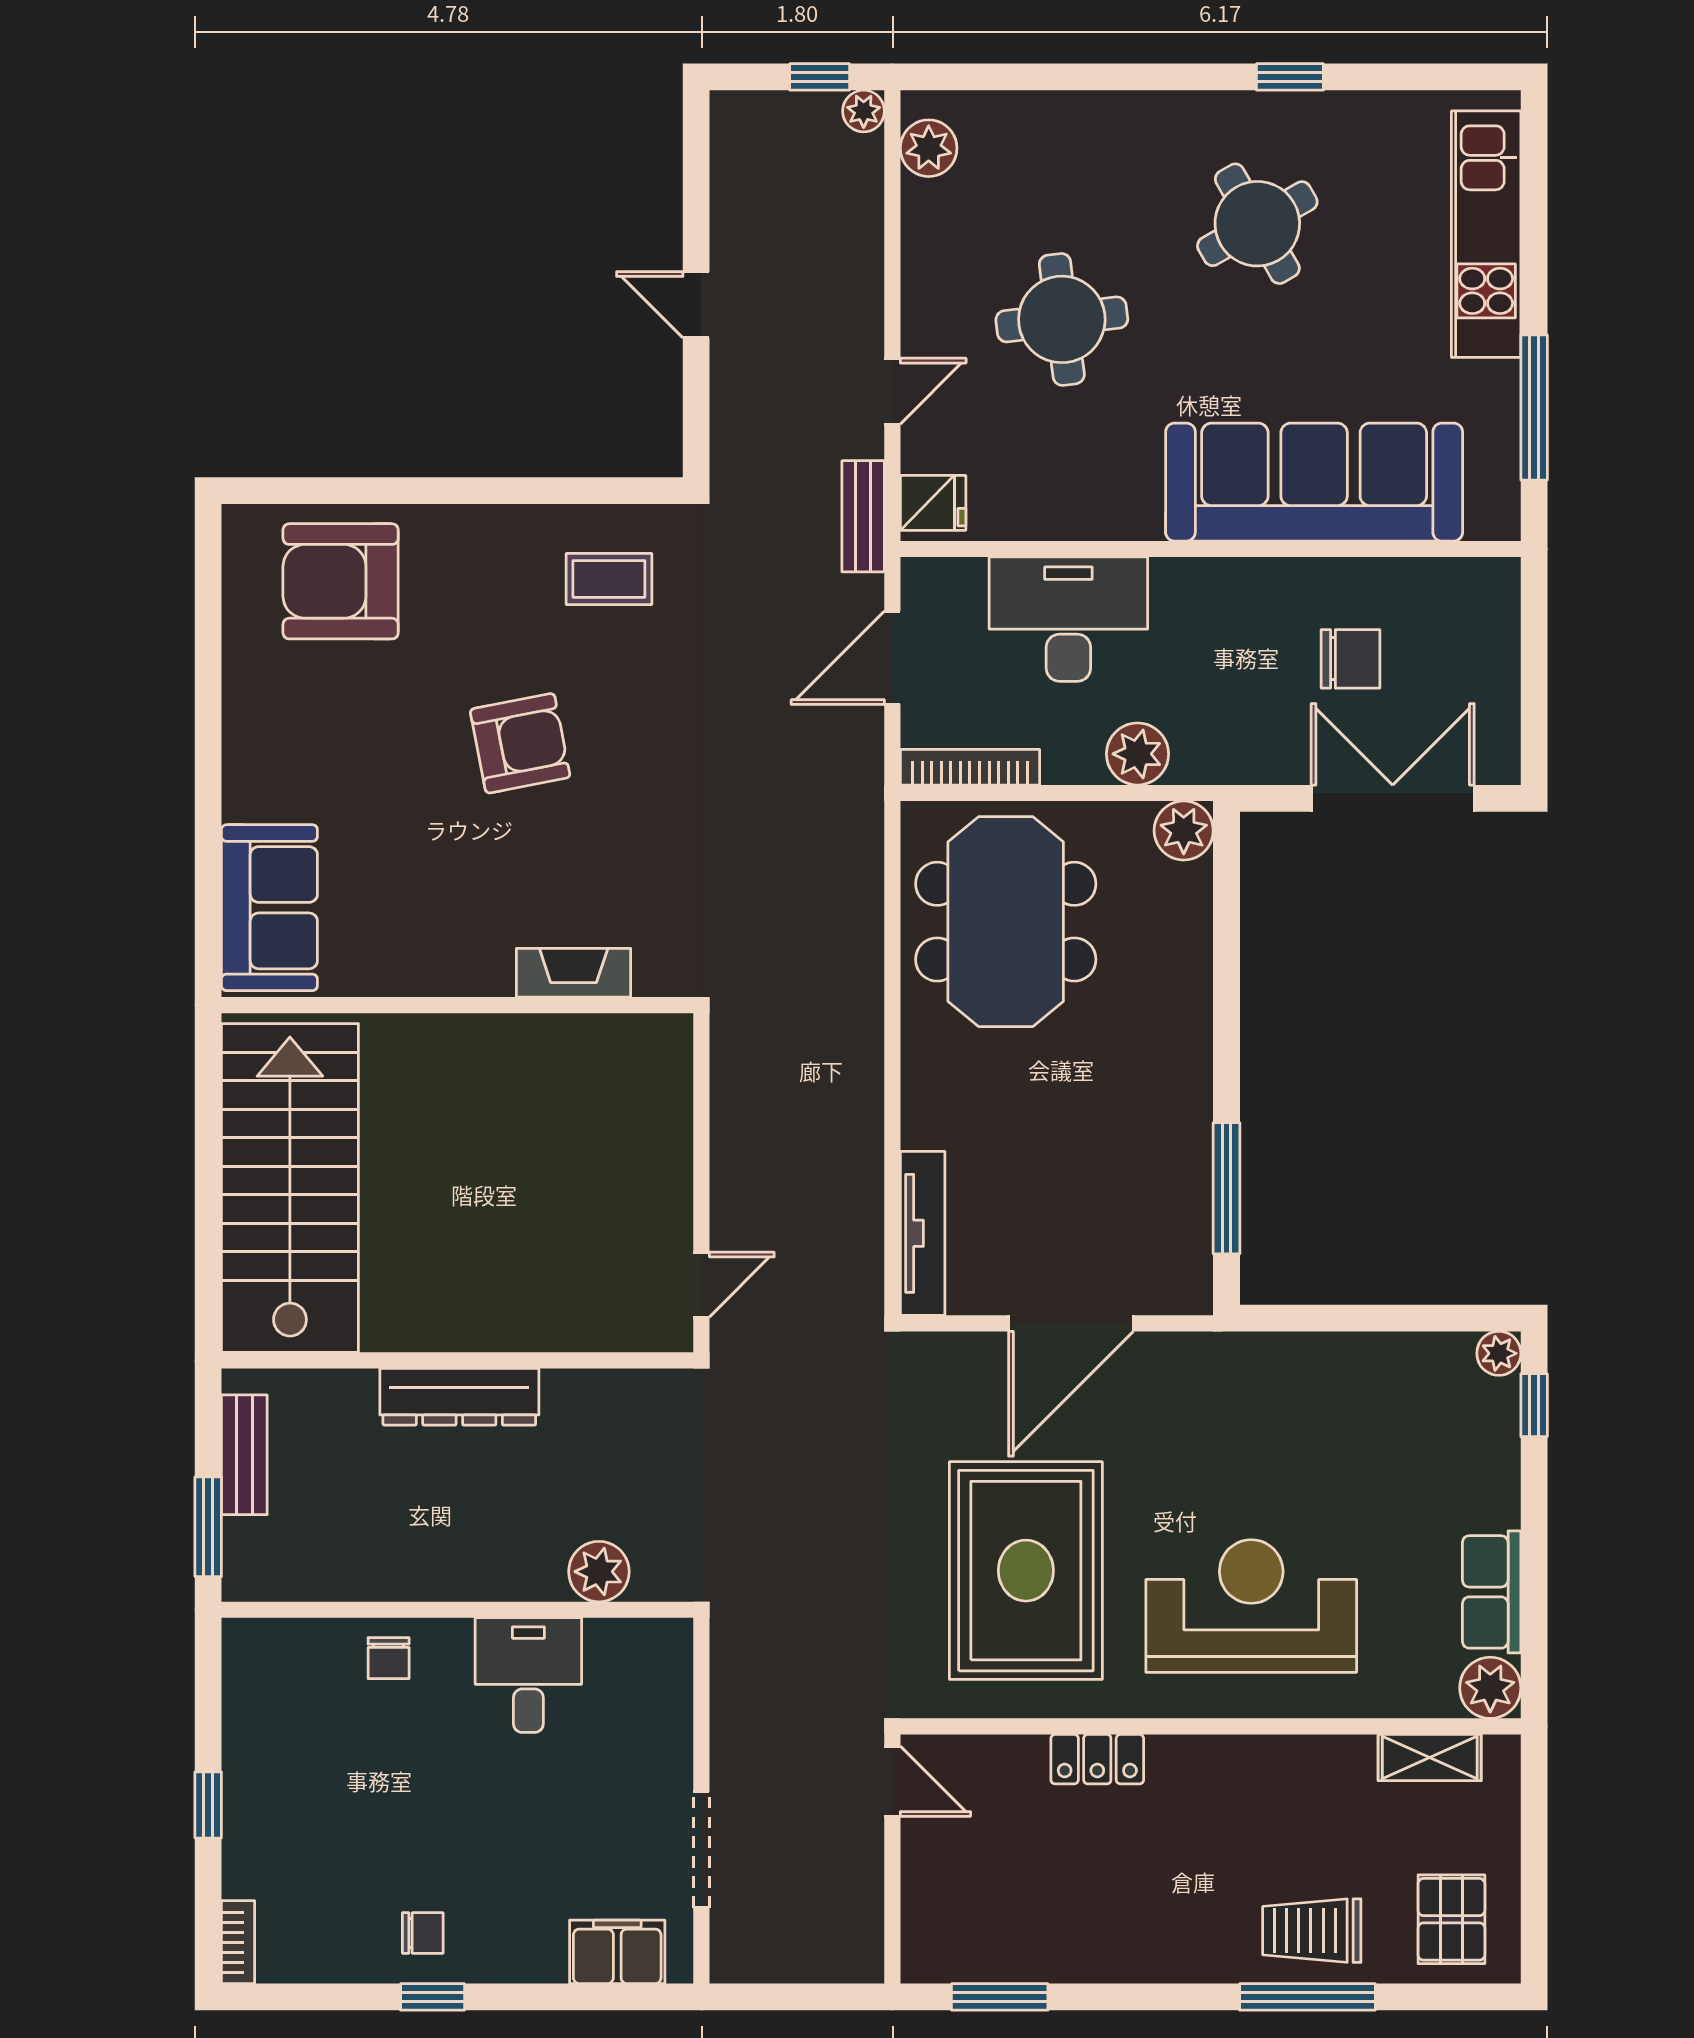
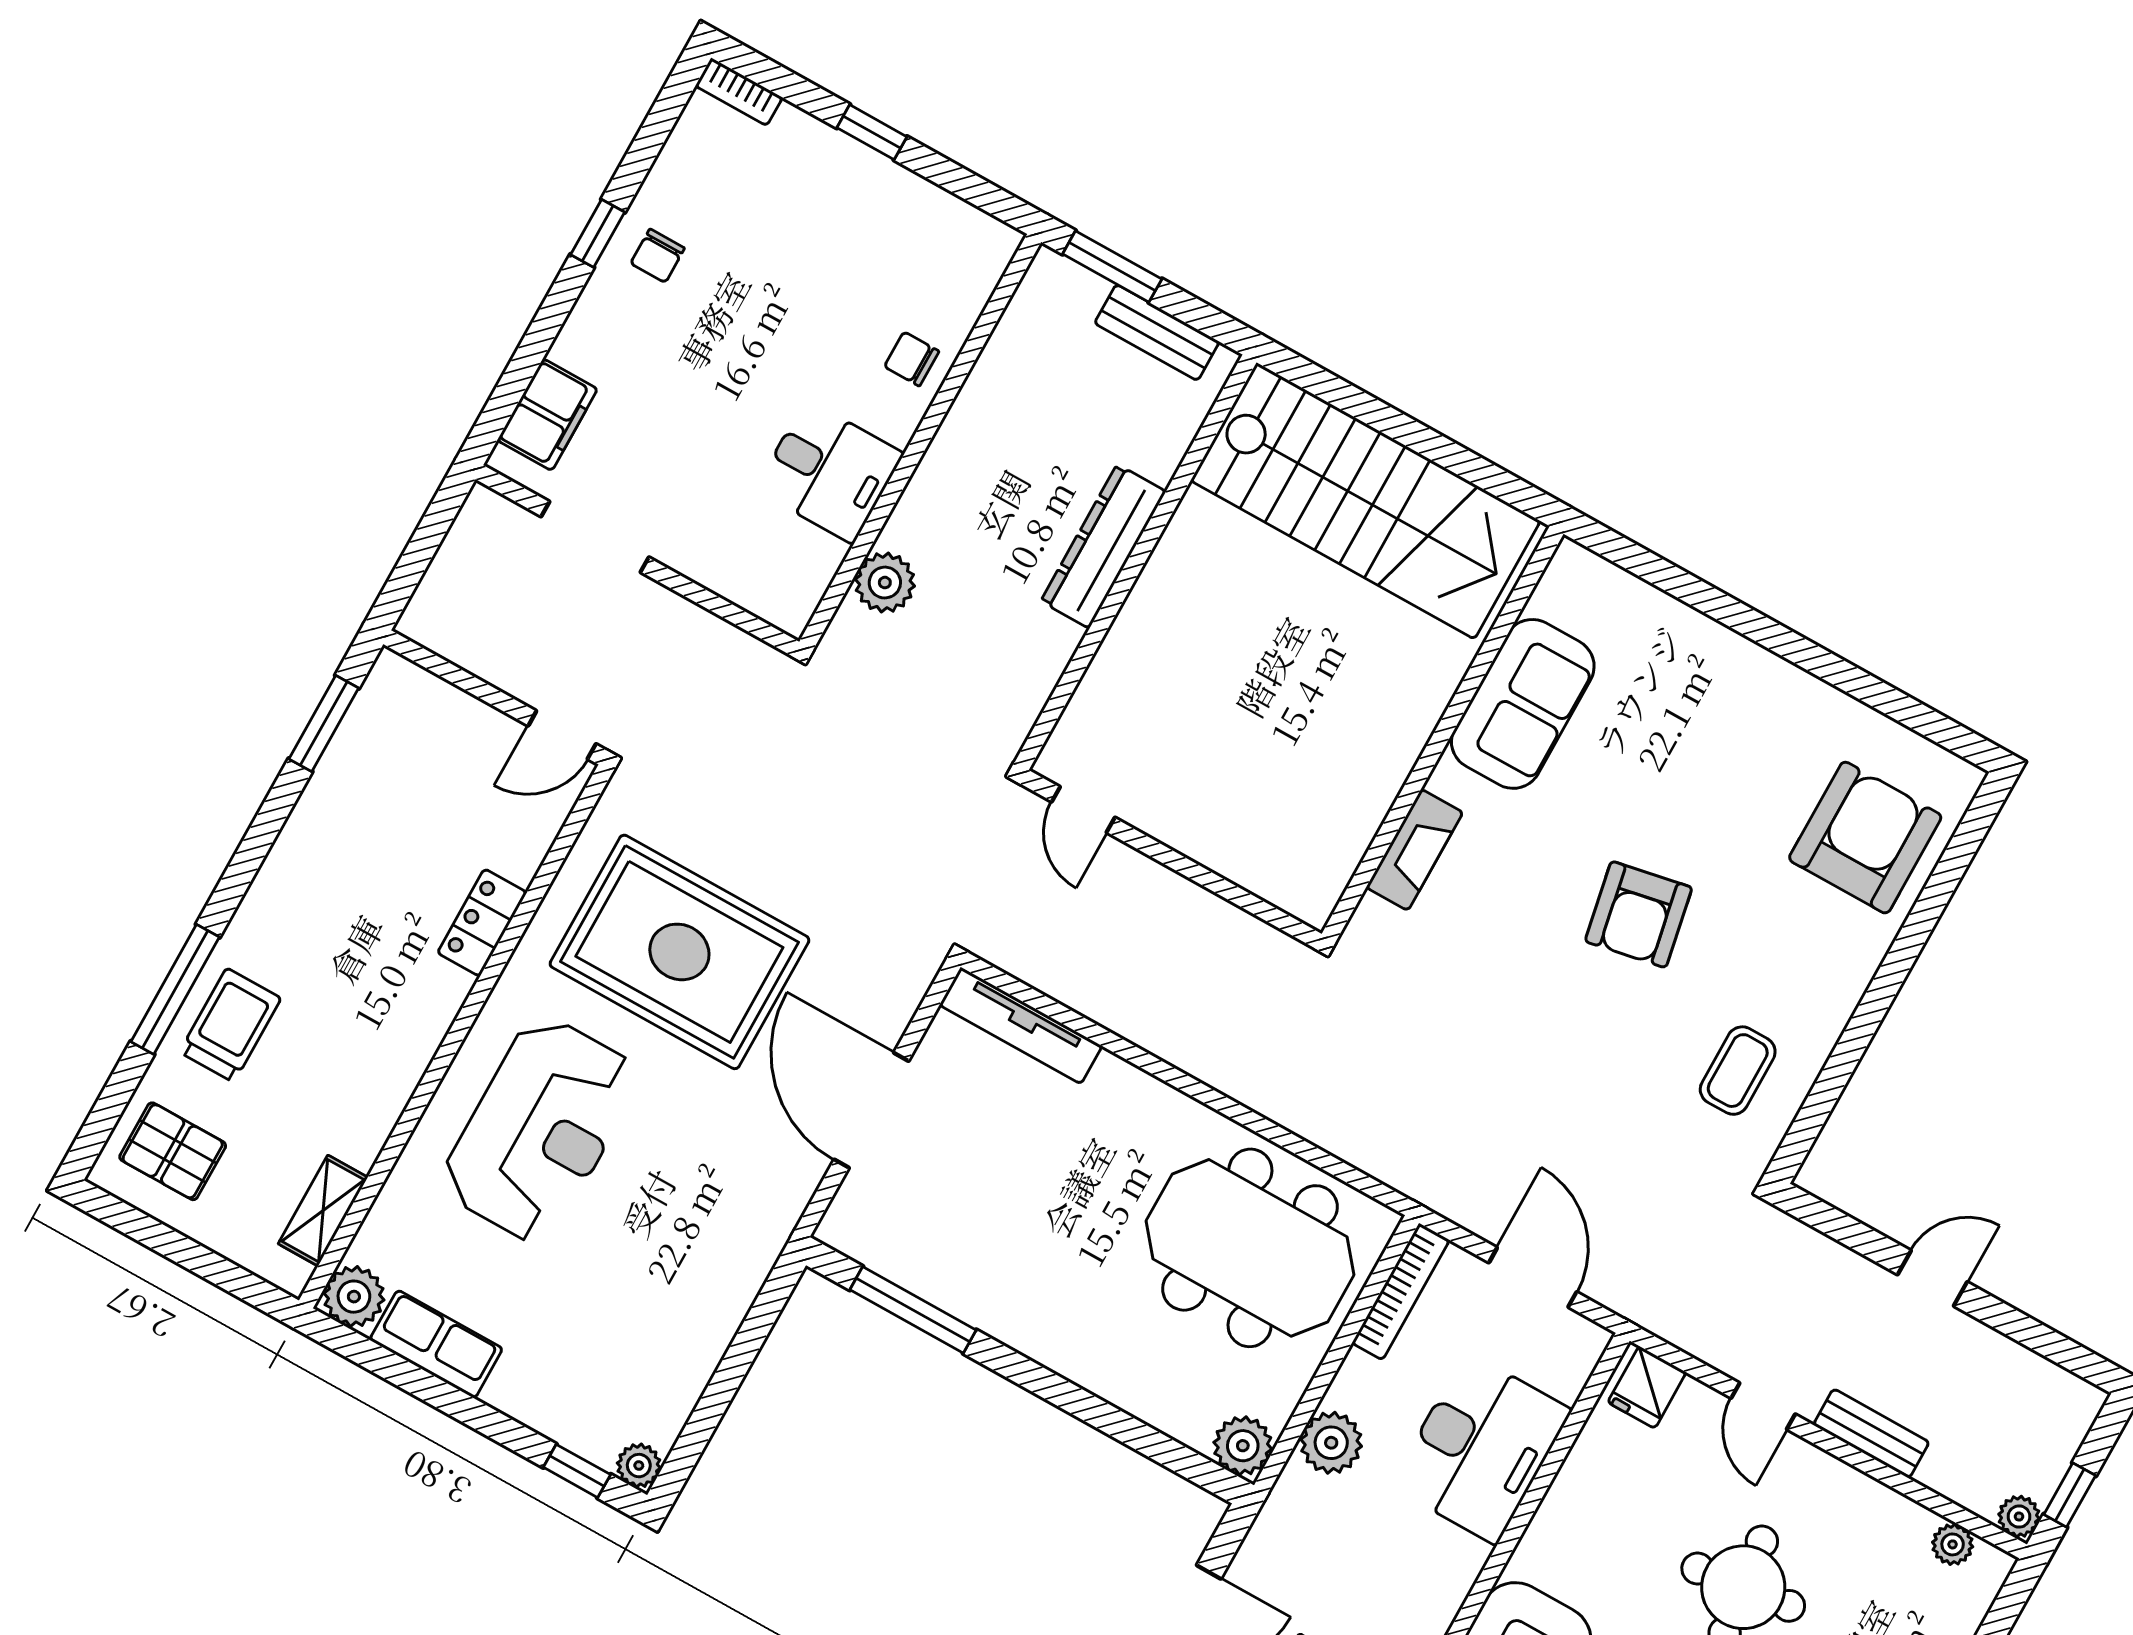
plant: (929, 148) -> (1953, 1544), width x0.73, depth x0.73
bench: (863, 516) -> (1871, 1433), moved
sofa: (269, 908) -> (1523, 704), moved, turned -90

